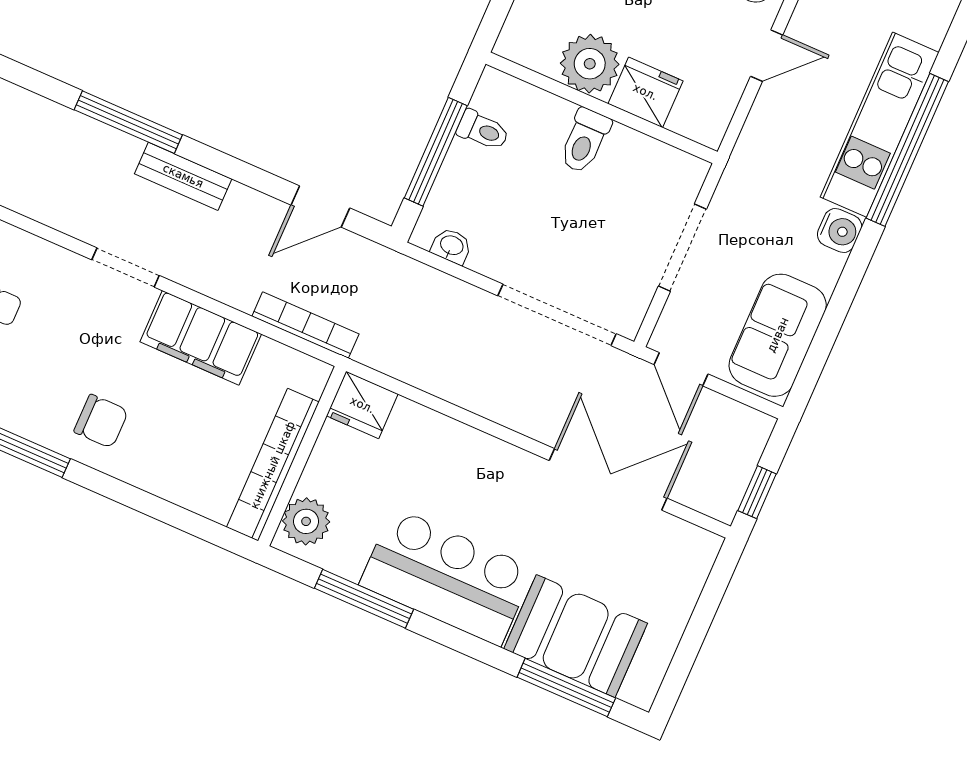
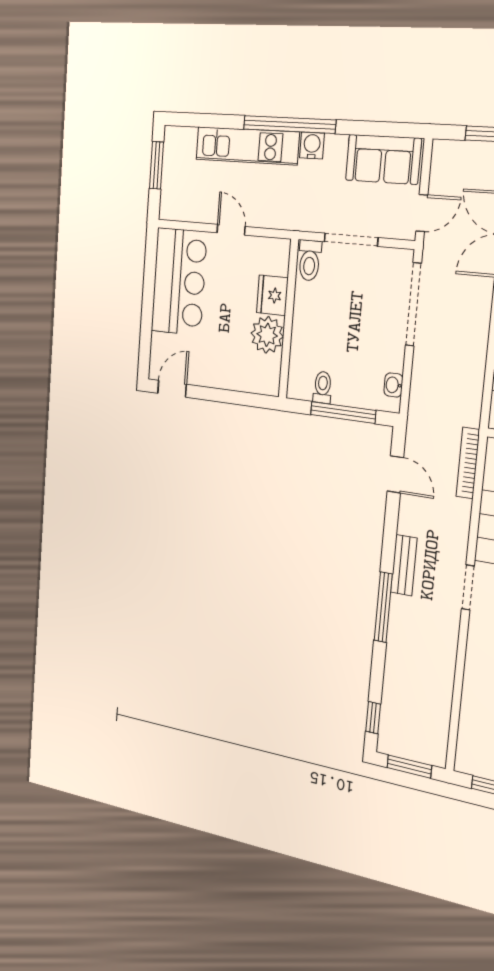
toilet: (585, 141) -> (310, 260), moved, turned 90
window: (907, 150) -> (289, 125), moved

